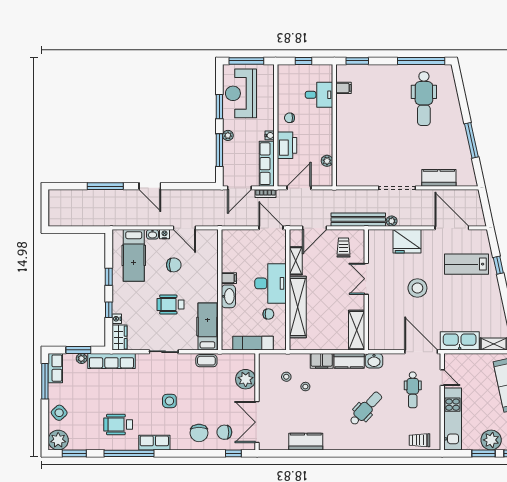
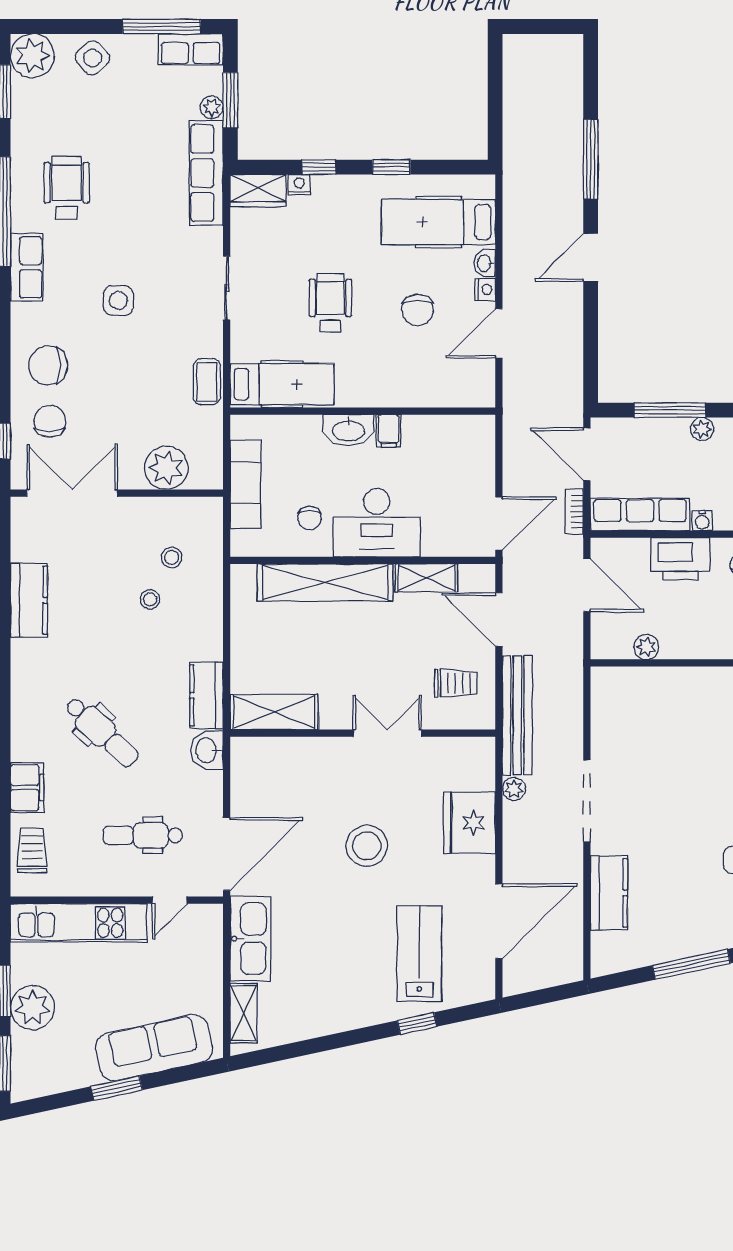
filing cabinet: (322, 361) -> (27, 788), moved, turned 180

